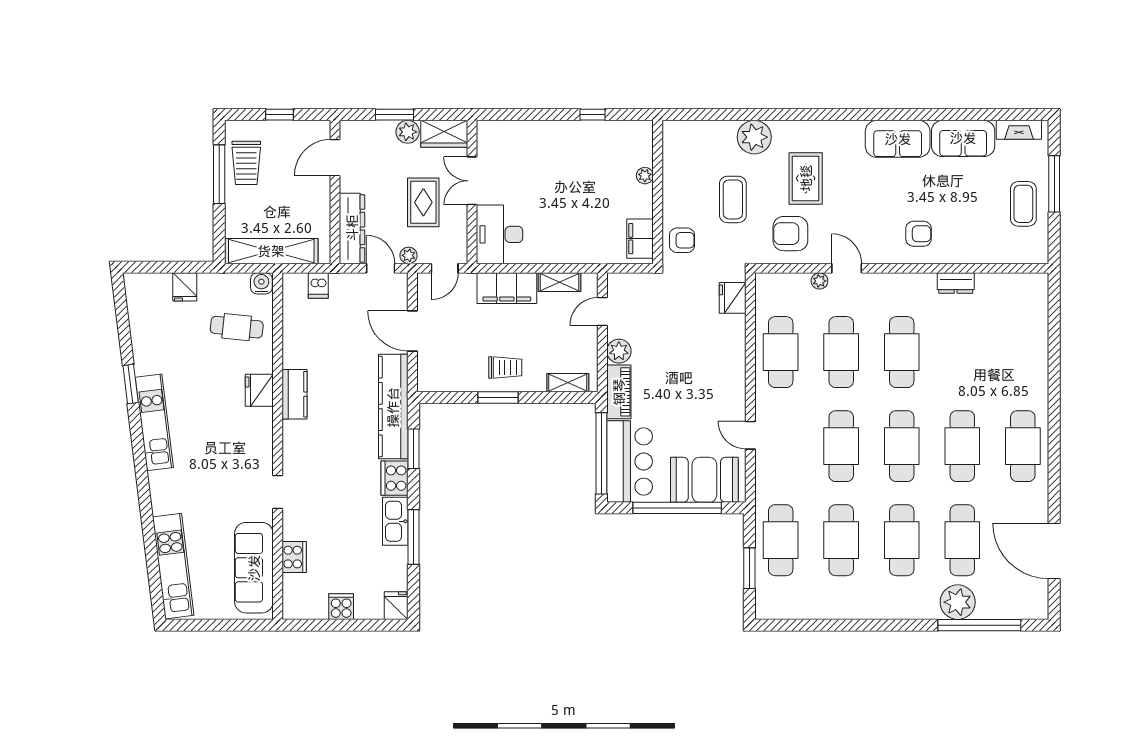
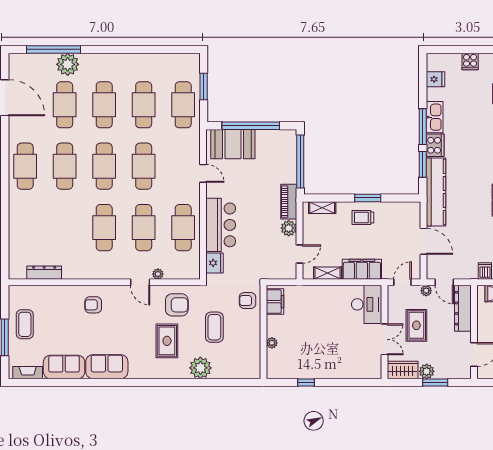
dresser: (956, 283) -> (44, 273), moved, width x1.44
bar counter: (630, 461) -> (221, 225), moved, turned 180
window: (413, 537) -> (423, 127), moved
fridge: (396, 606) -> (436, 79), moved, turned -90

